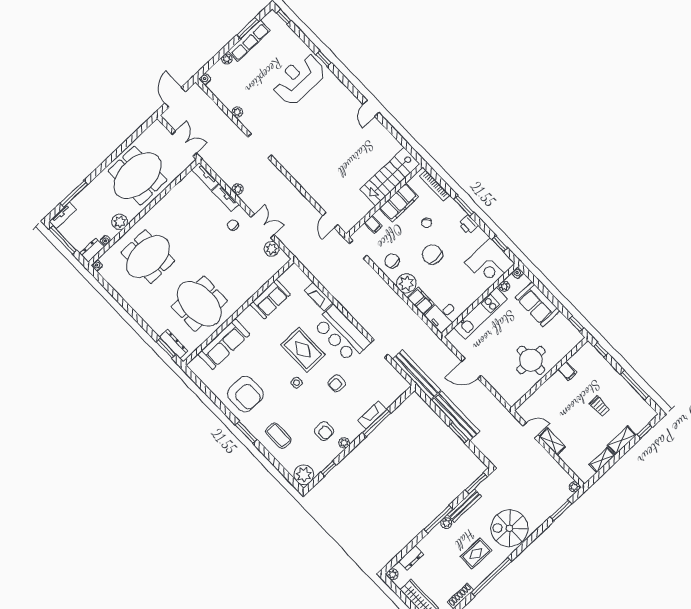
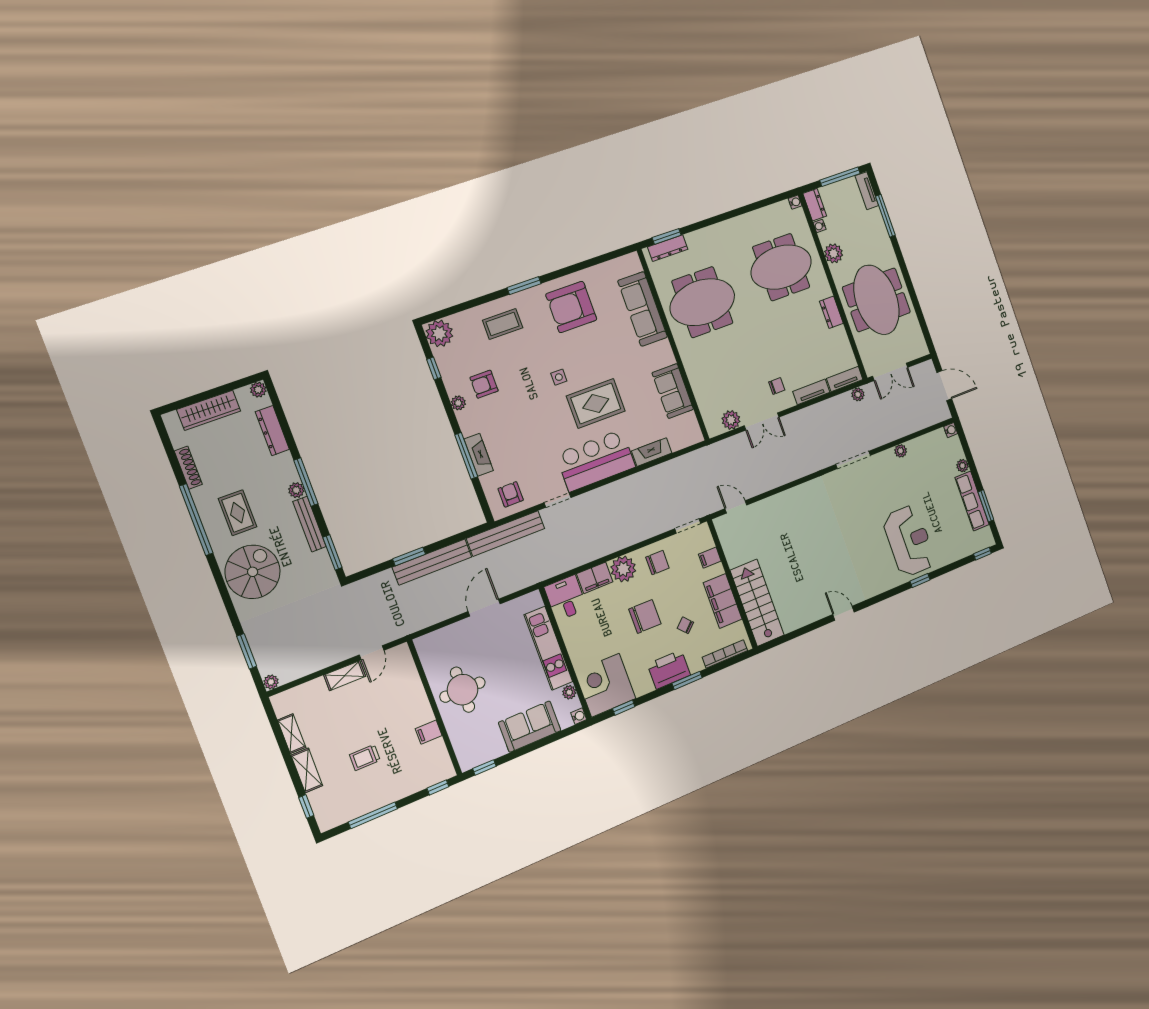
plant: (238, 189) -> (858, 394), moved
dresser: (162, 206) -> (831, 312), added
printer: (468, 225) -> (669, 670), width x1.87, depth x1.48
meeting table: (148, 257) -> (781, 267), turned 90
armchair: (337, 383) -> (511, 494), moved
dresser: (411, 558) -> (272, 431), width x1.44

